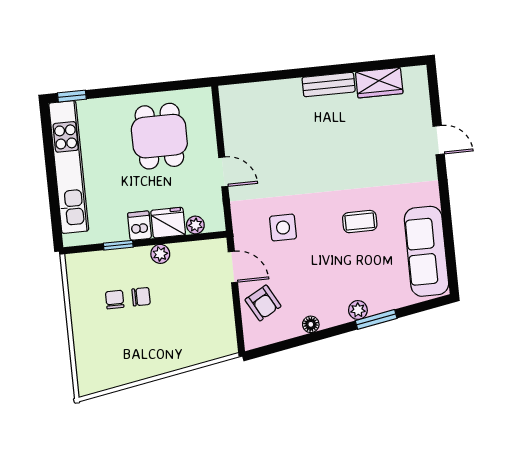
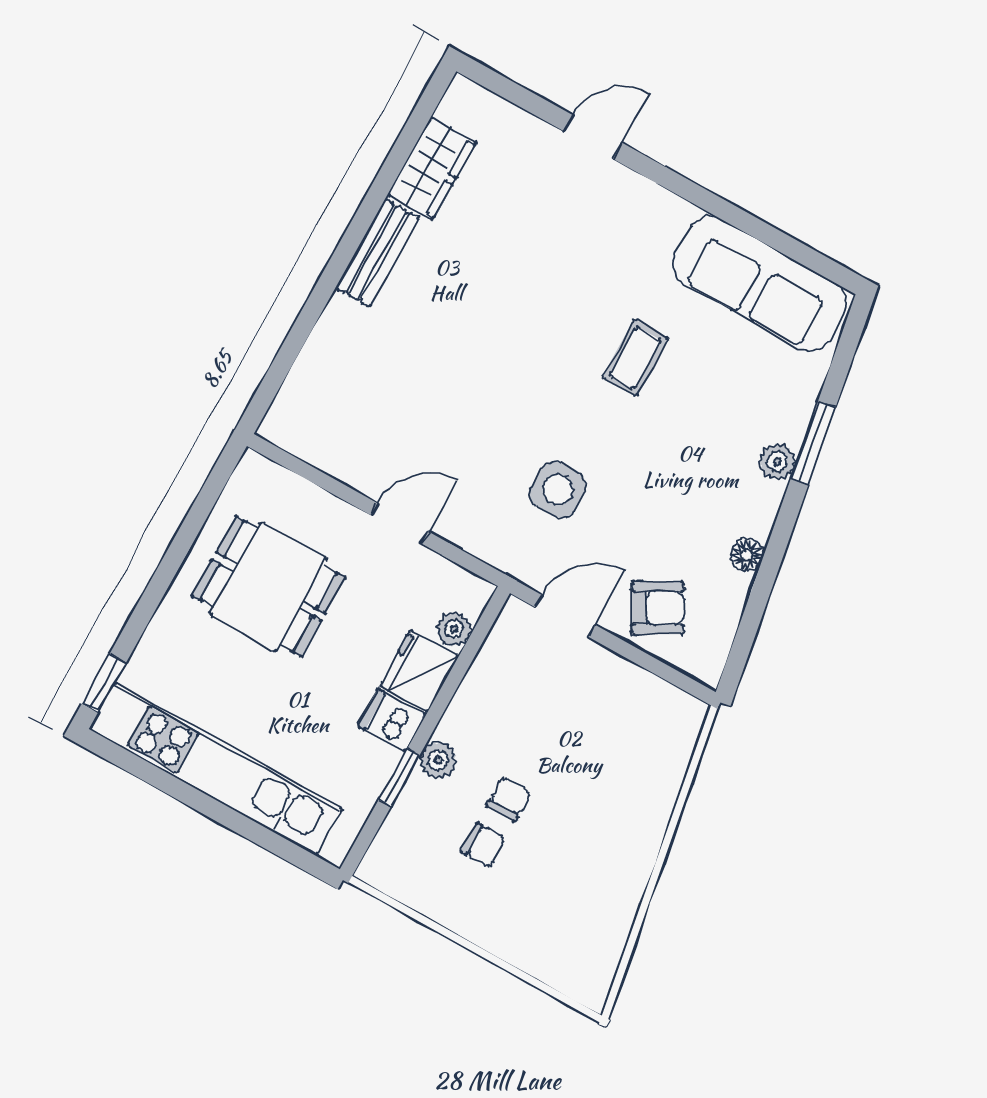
plant: (160, 254) -> (438, 760), moved
chair: (115, 300) -> (483, 845), turned 180

